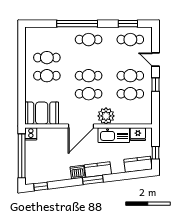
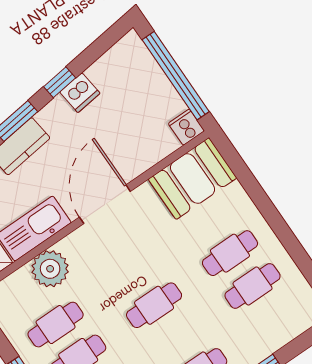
cafe table: (89, 94) -> (131, 272), removed
plant: (106, 116) -> (50, 269), moved
dishwasher: (78, 172) -> (80, 93), moved
window: (41, 186) -> (60, 82), moved

